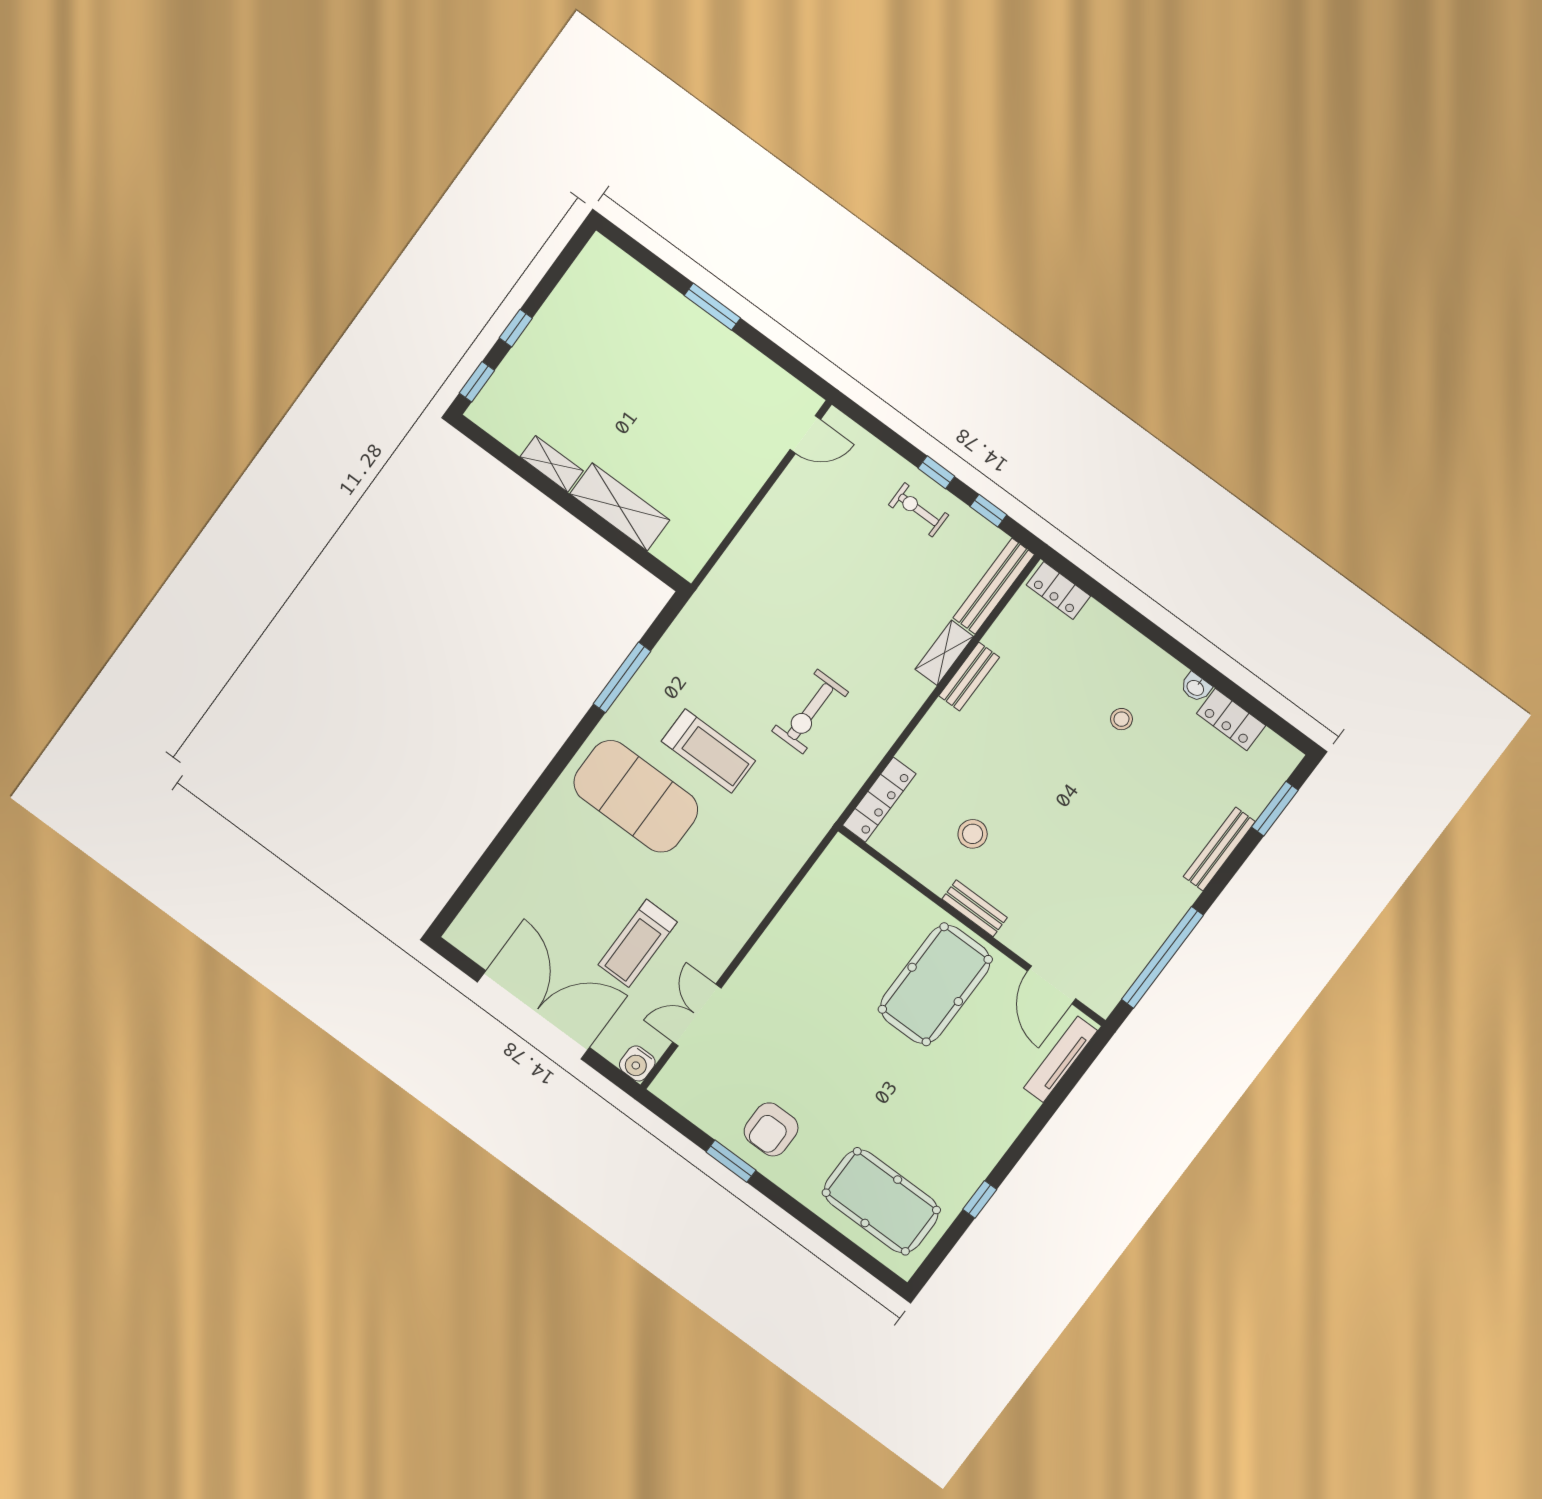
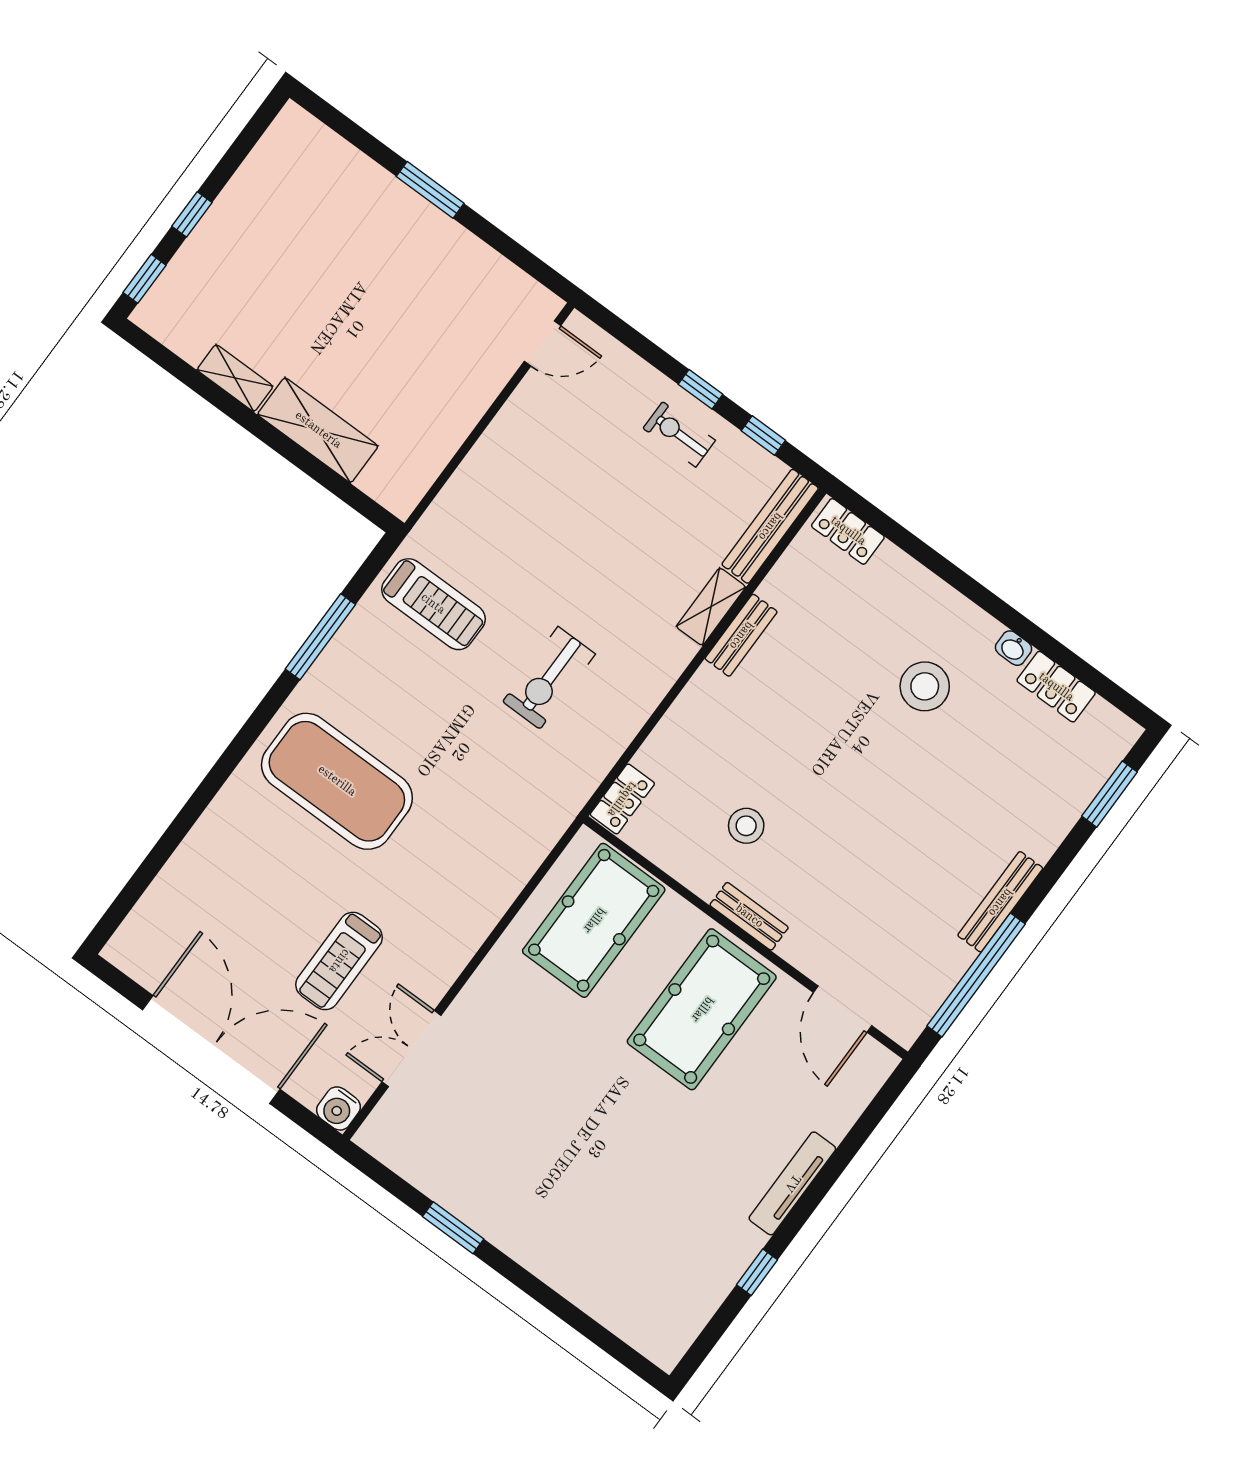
stool: (1121, 719) -> (925, 686), width x1.89, depth x1.89
treadmill: (708, 751) -> (433, 604), moved
locker: (879, 800) -> (622, 799), width x0.66
bench: (1219, 849) -> (1000, 902), moved
tv unit: (1061, 1059) -> (792, 1183), moved
armchair: (771, 1129) -> (502, 1188), removed
pool table: (881, 1201) -> (594, 920), moved, turned 90

